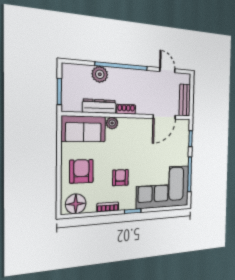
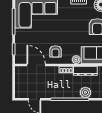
bench: (185, 100) -> (19, 78), removed
door: (164, 117) -> (36, 65), hinge flipped
armchair: (120, 178) -> (55, 51), moved

